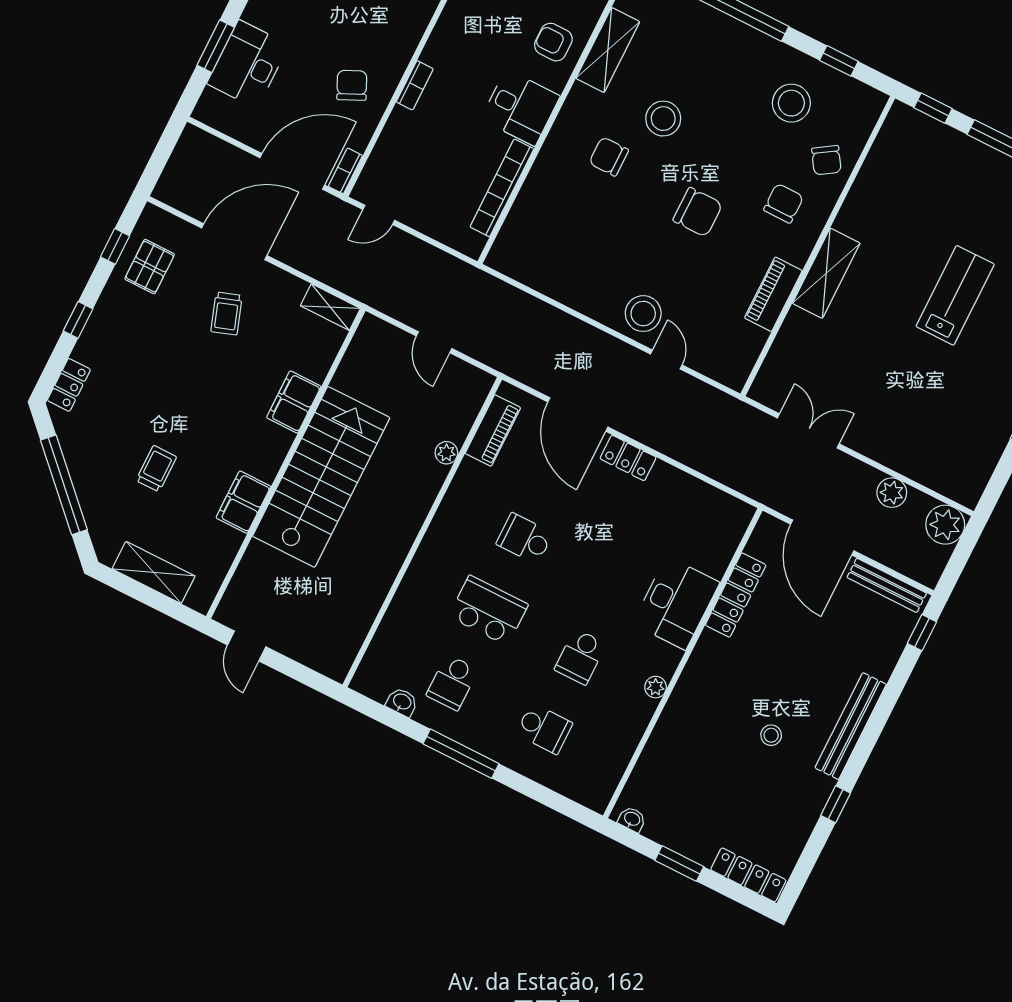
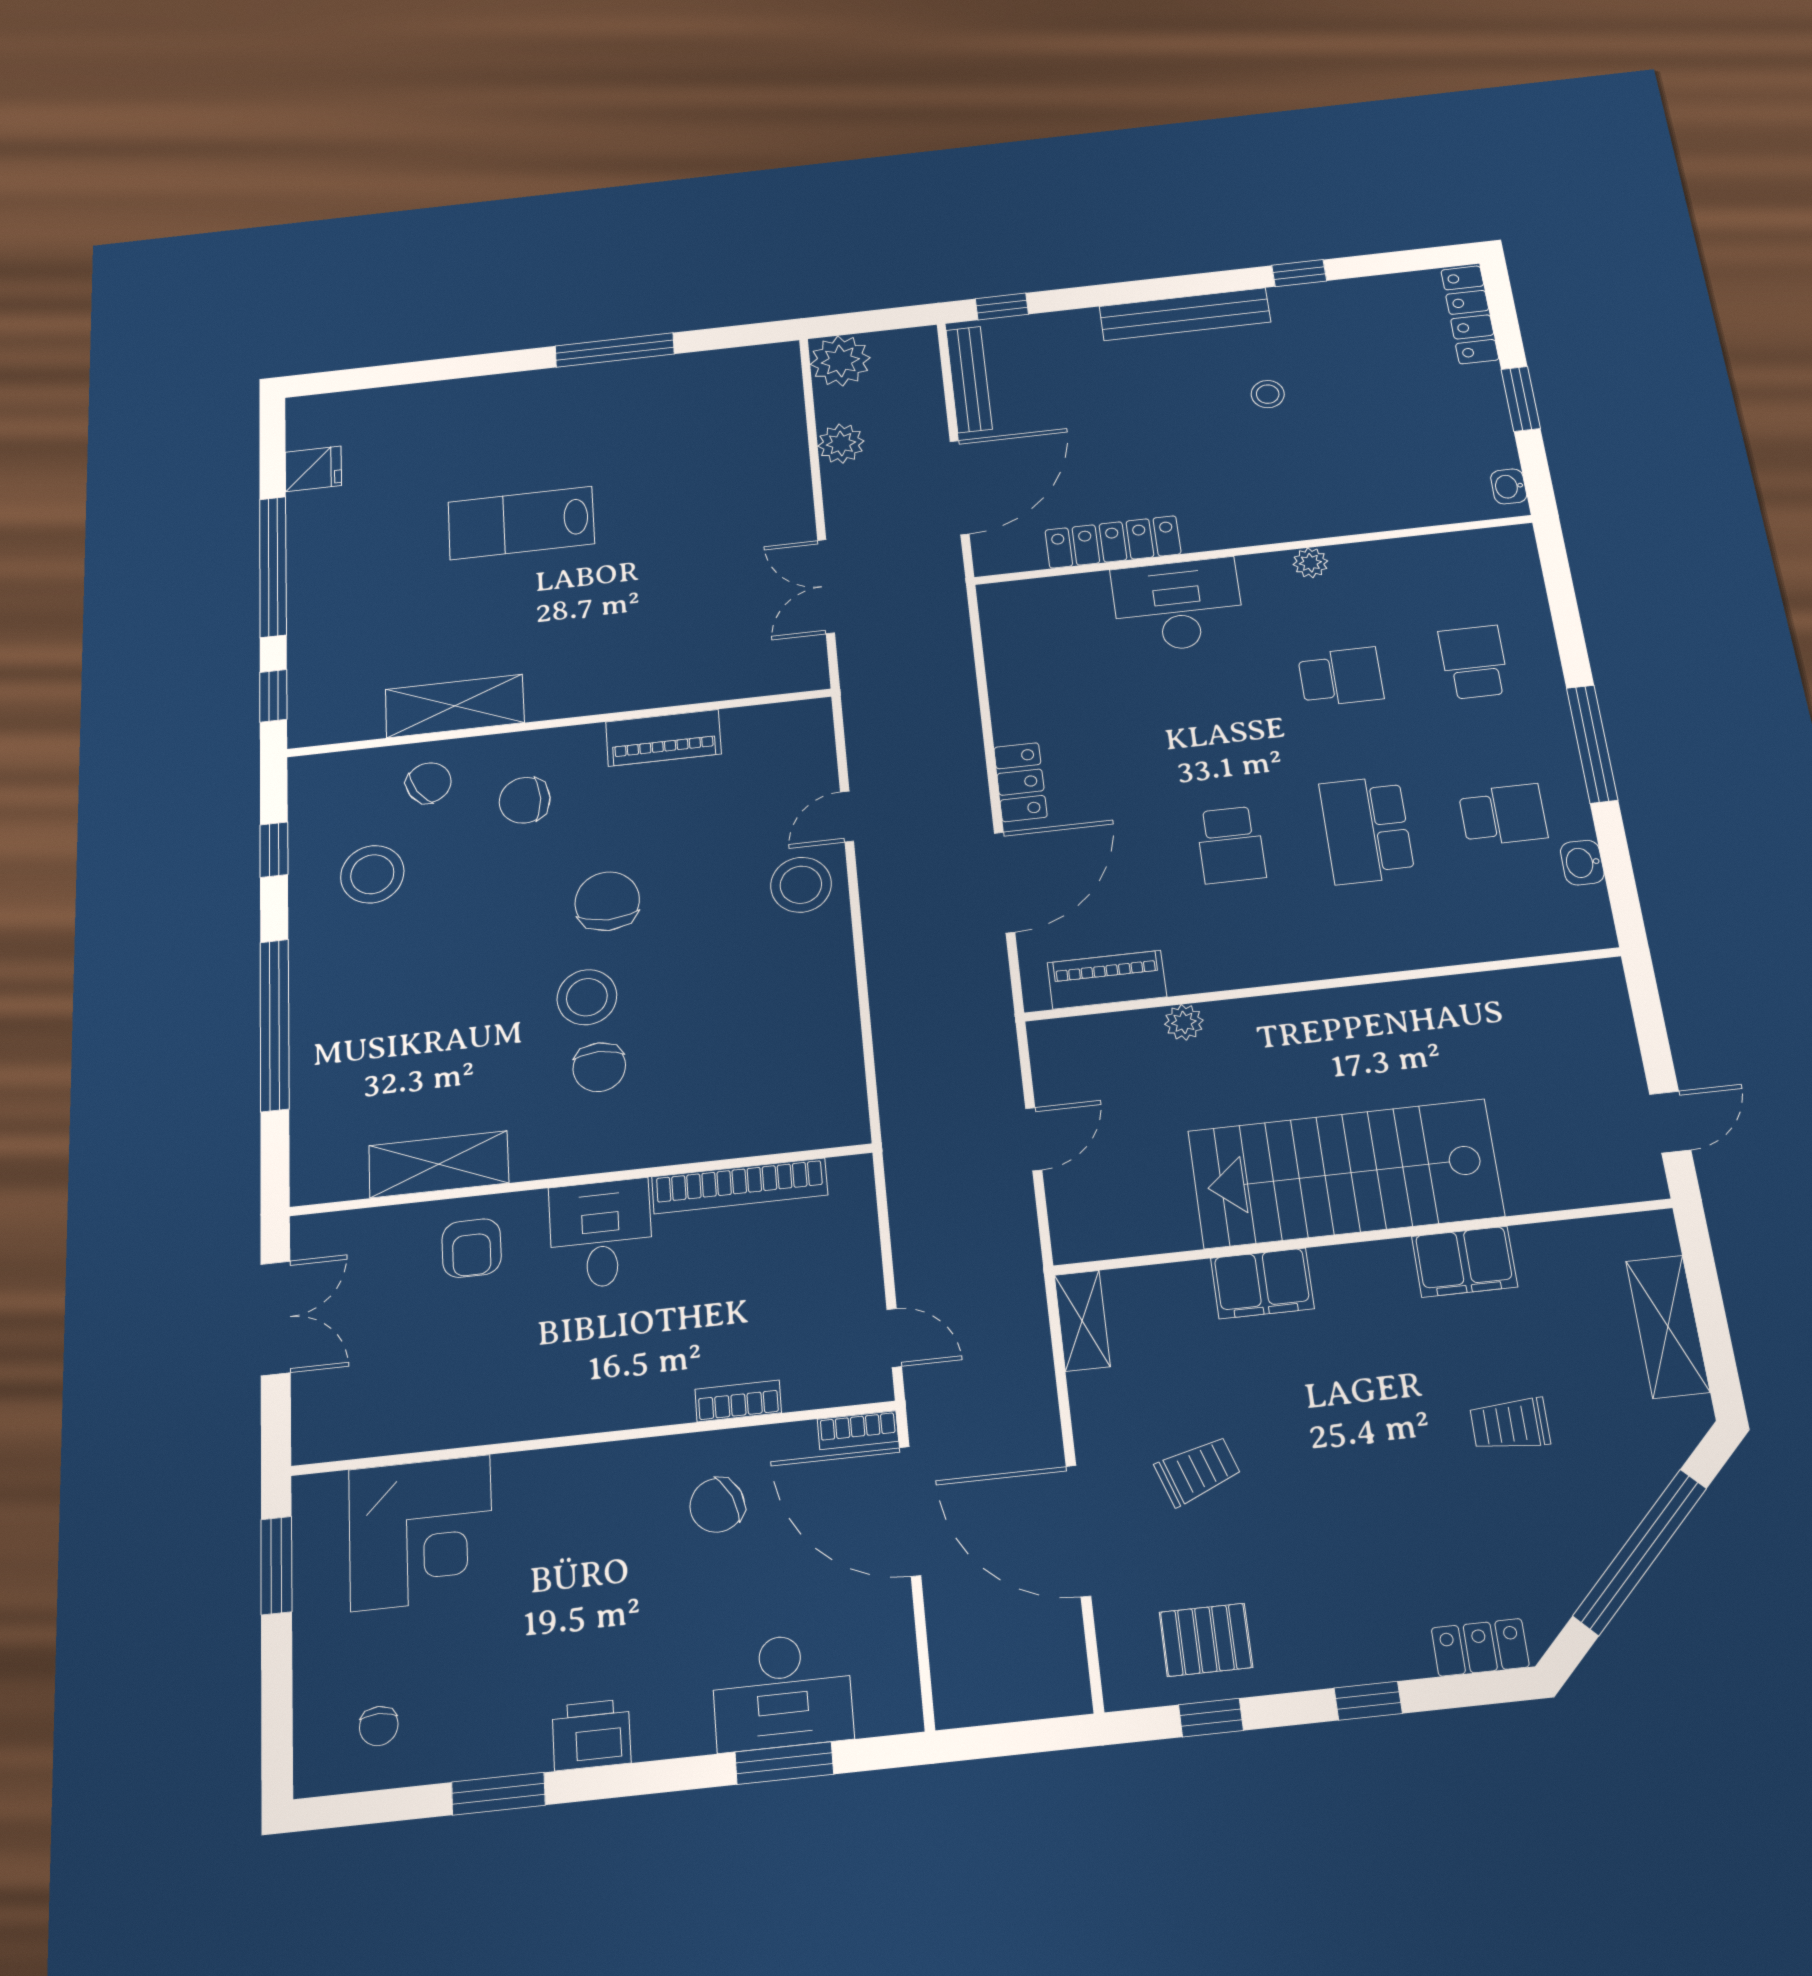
bookcase: (415, 85) -> (738, 1401), moved
stool: (663, 119) -> (587, 997), moved
shelving: (826, 273) -> (455, 706), moved

